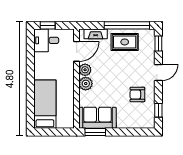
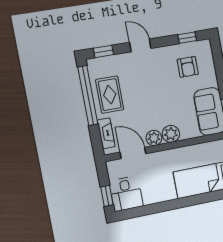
armchair: (137, 94) -> (188, 67), moved

